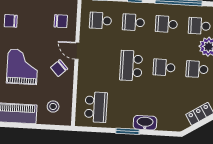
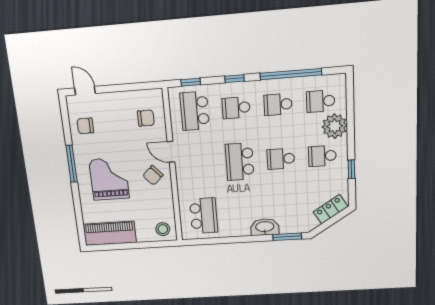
school desk: (101, 21) -> (195, 111), width x1.85
stool: (53, 106) -> (163, 229), moved
window: (127, 131) -> (287, 237), moved

